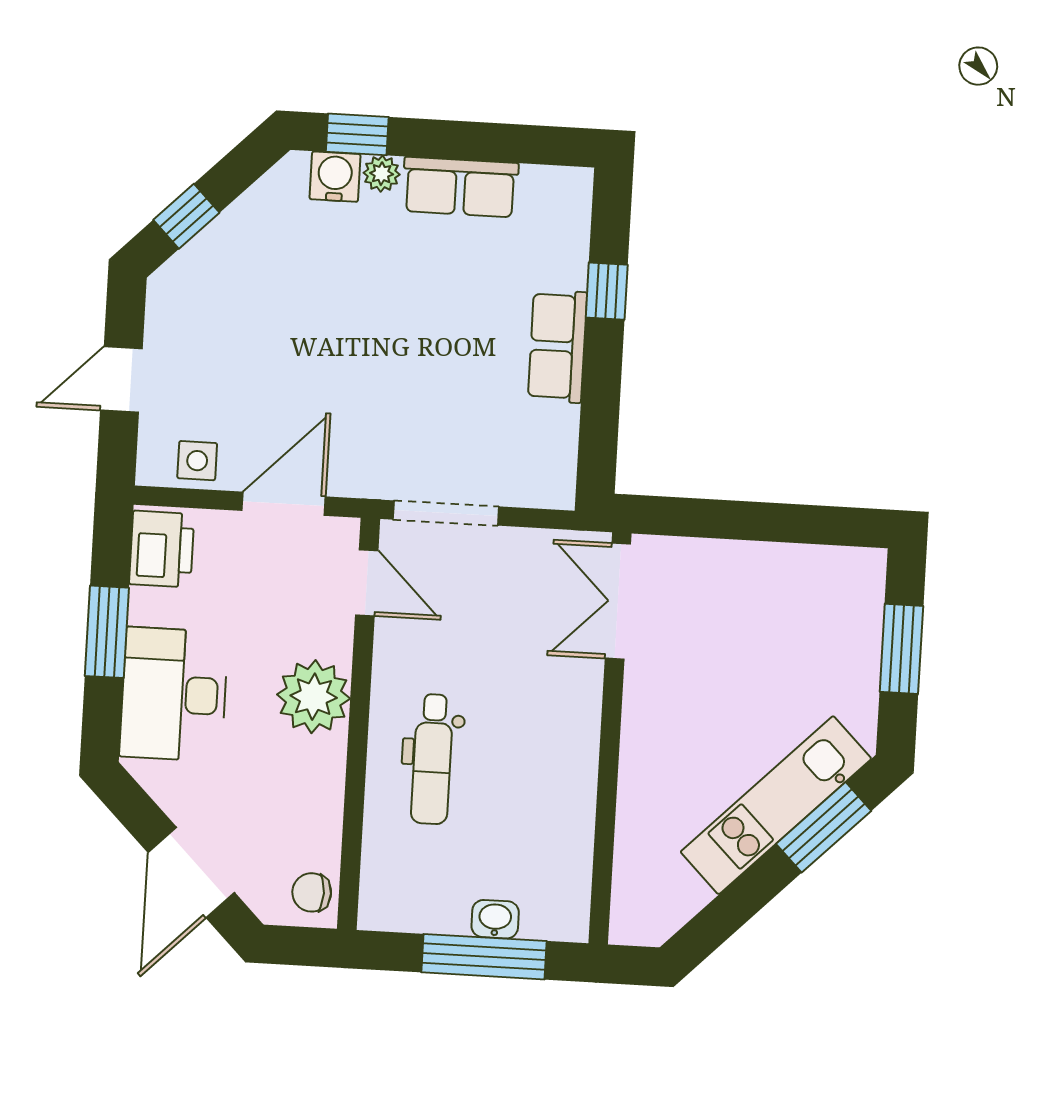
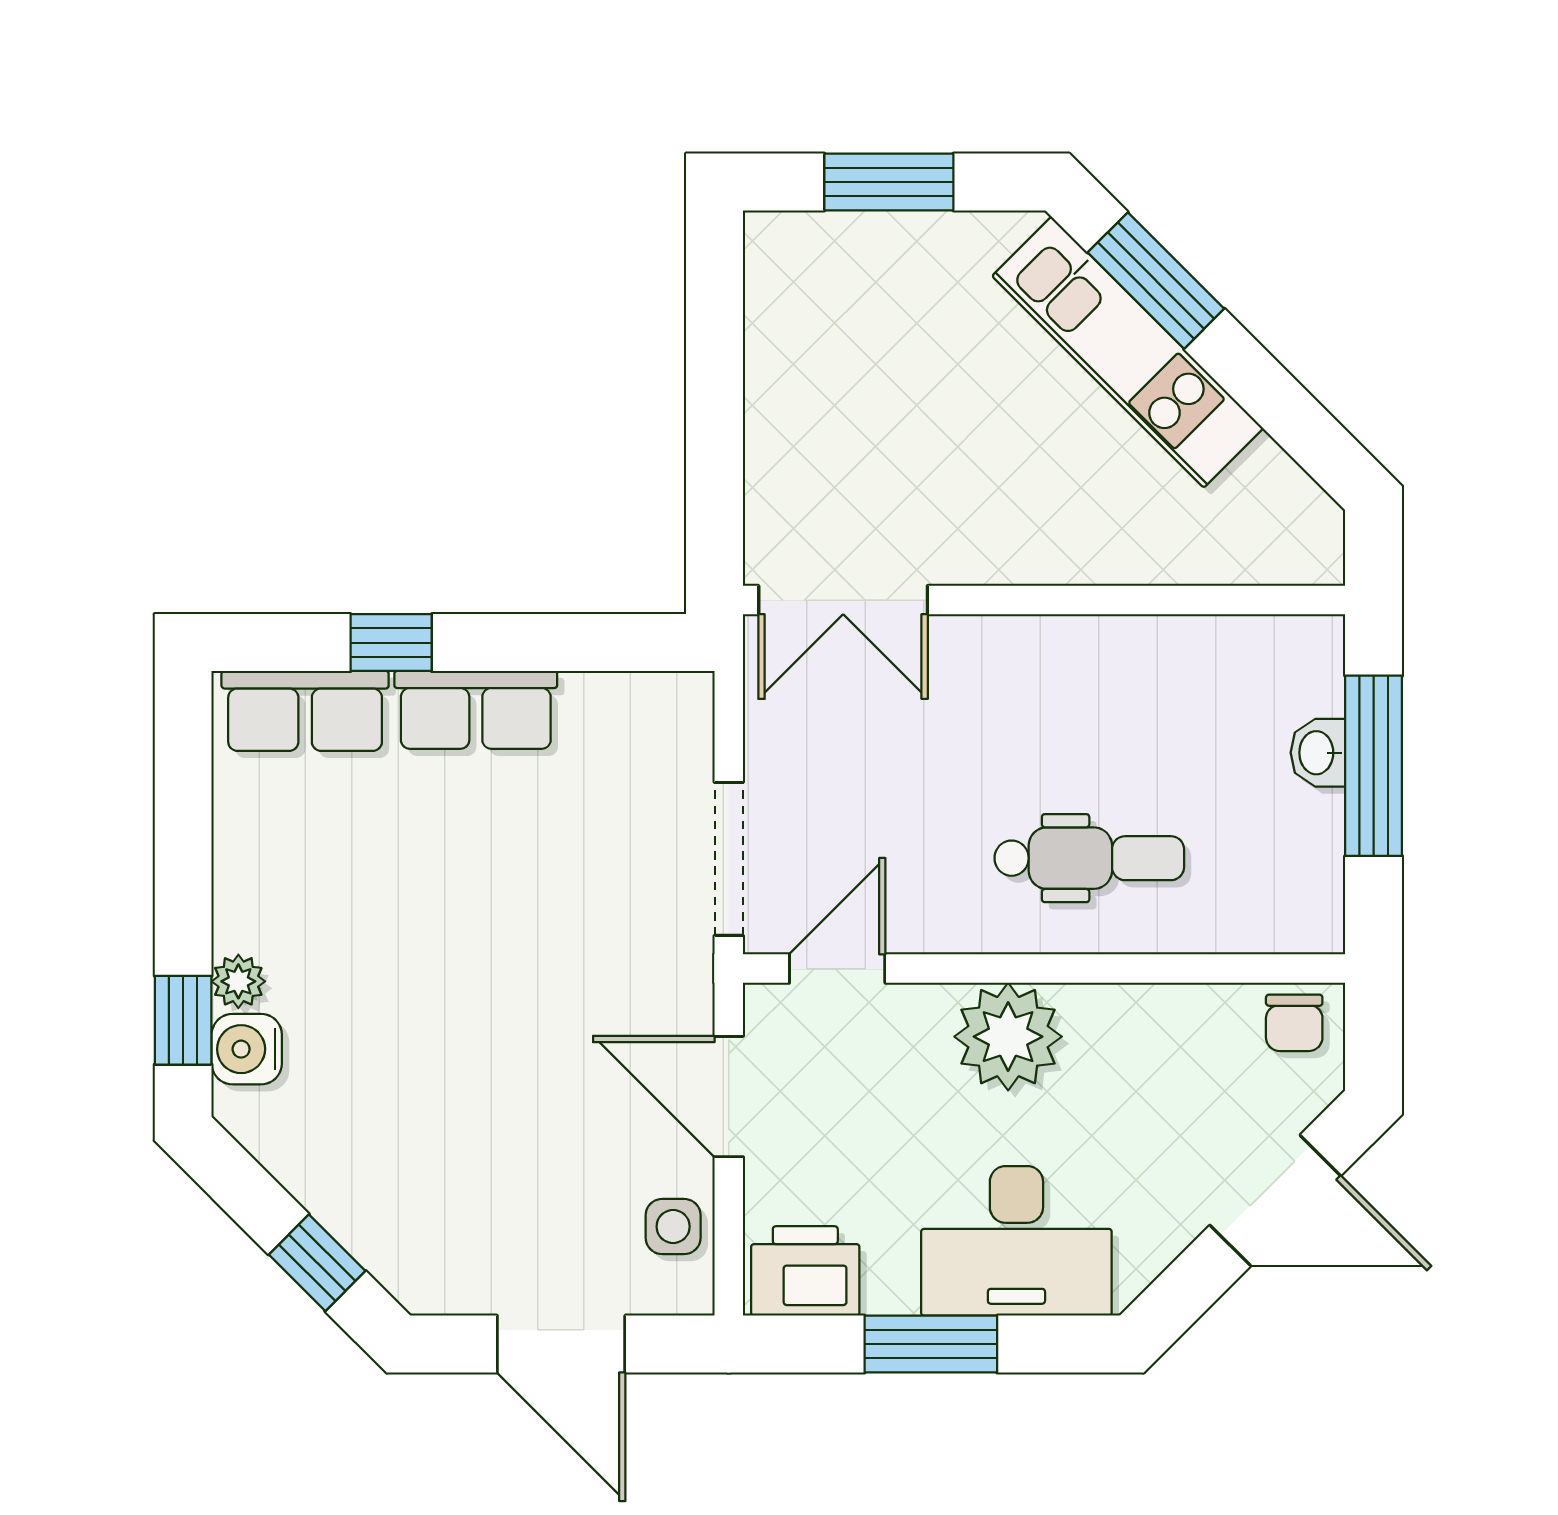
row of seats: (460, 187) -> (305, 711), moved, turned 90
door: (121, 380) -> (561, 1344), width x1.38

